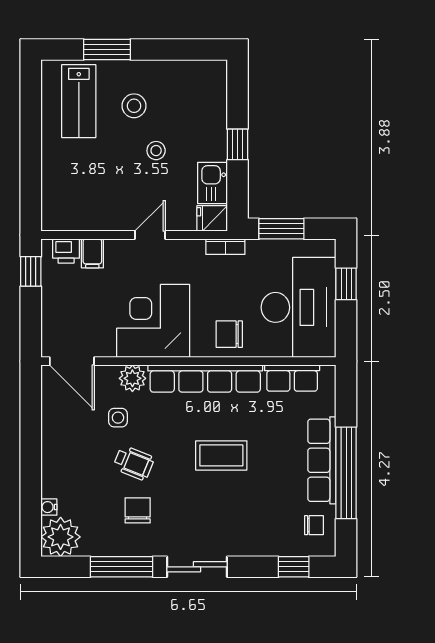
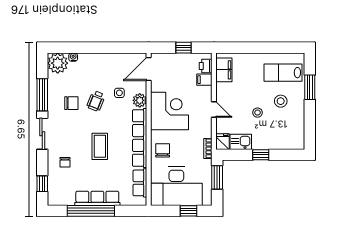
filing cabinet: (73, 216) -> (224, 70), added
window: (31, 271) -> (184, 48), moved
chair: (314, 525) -> (65, 162), moved

